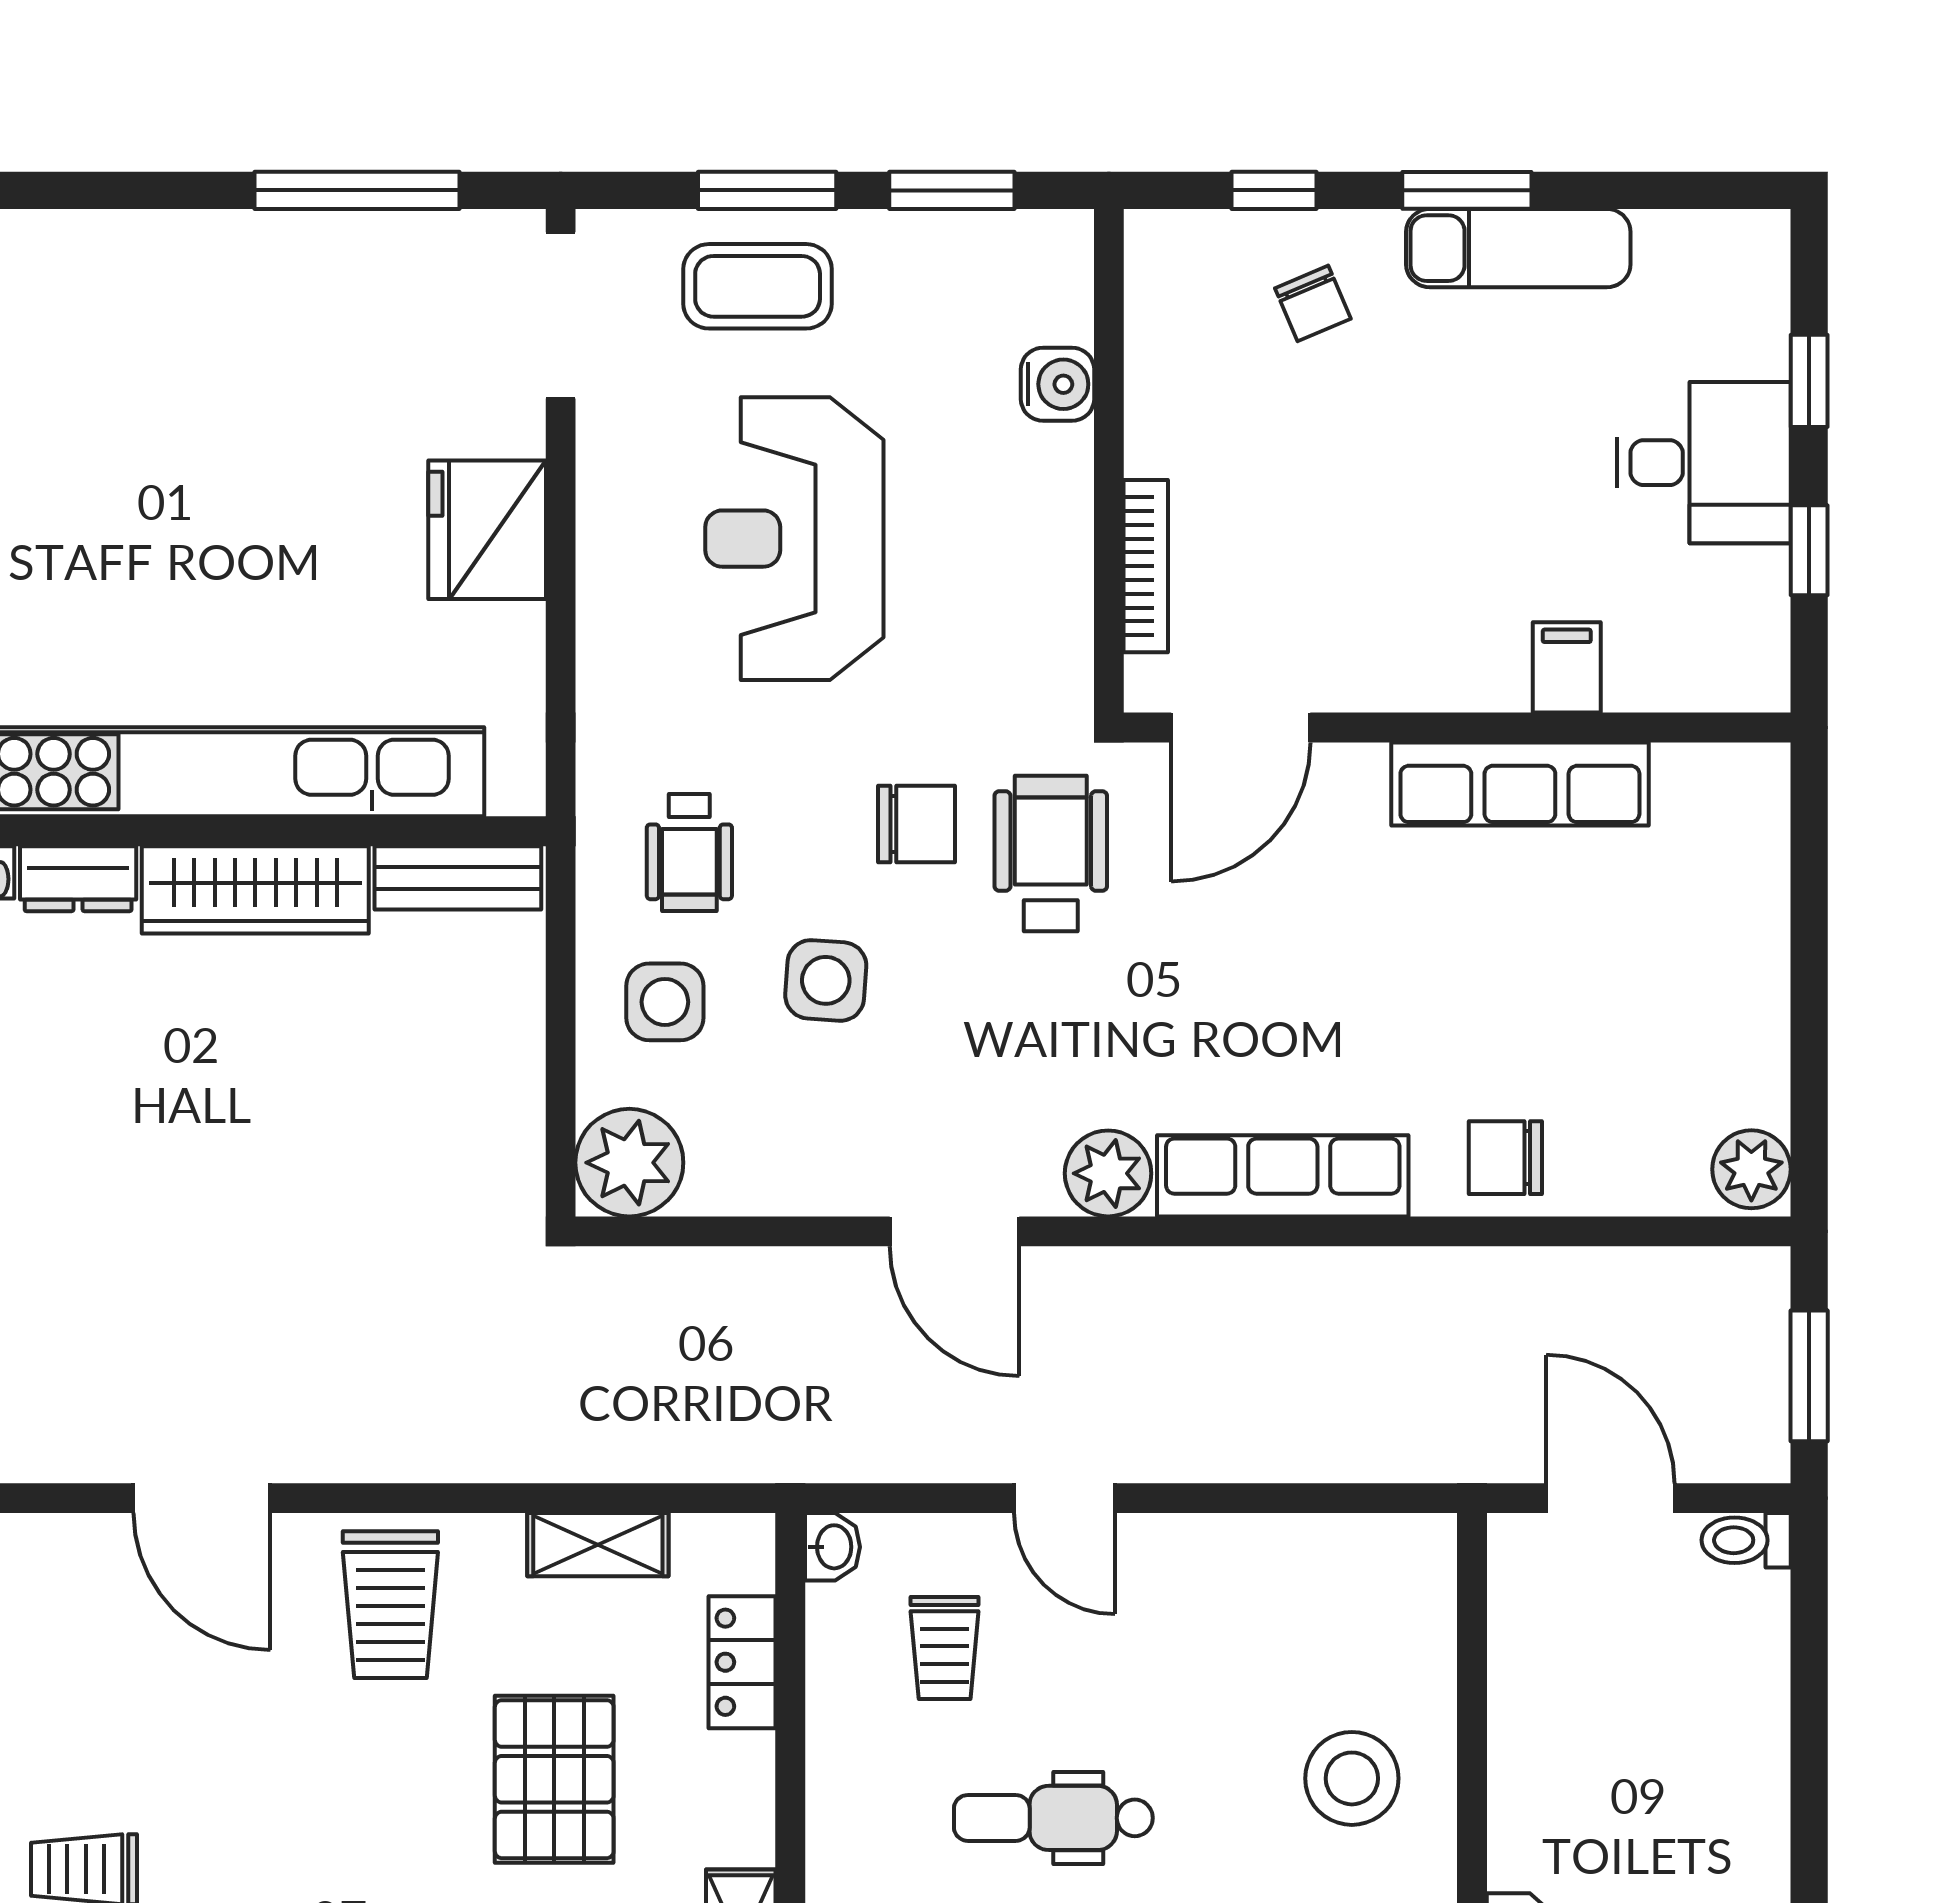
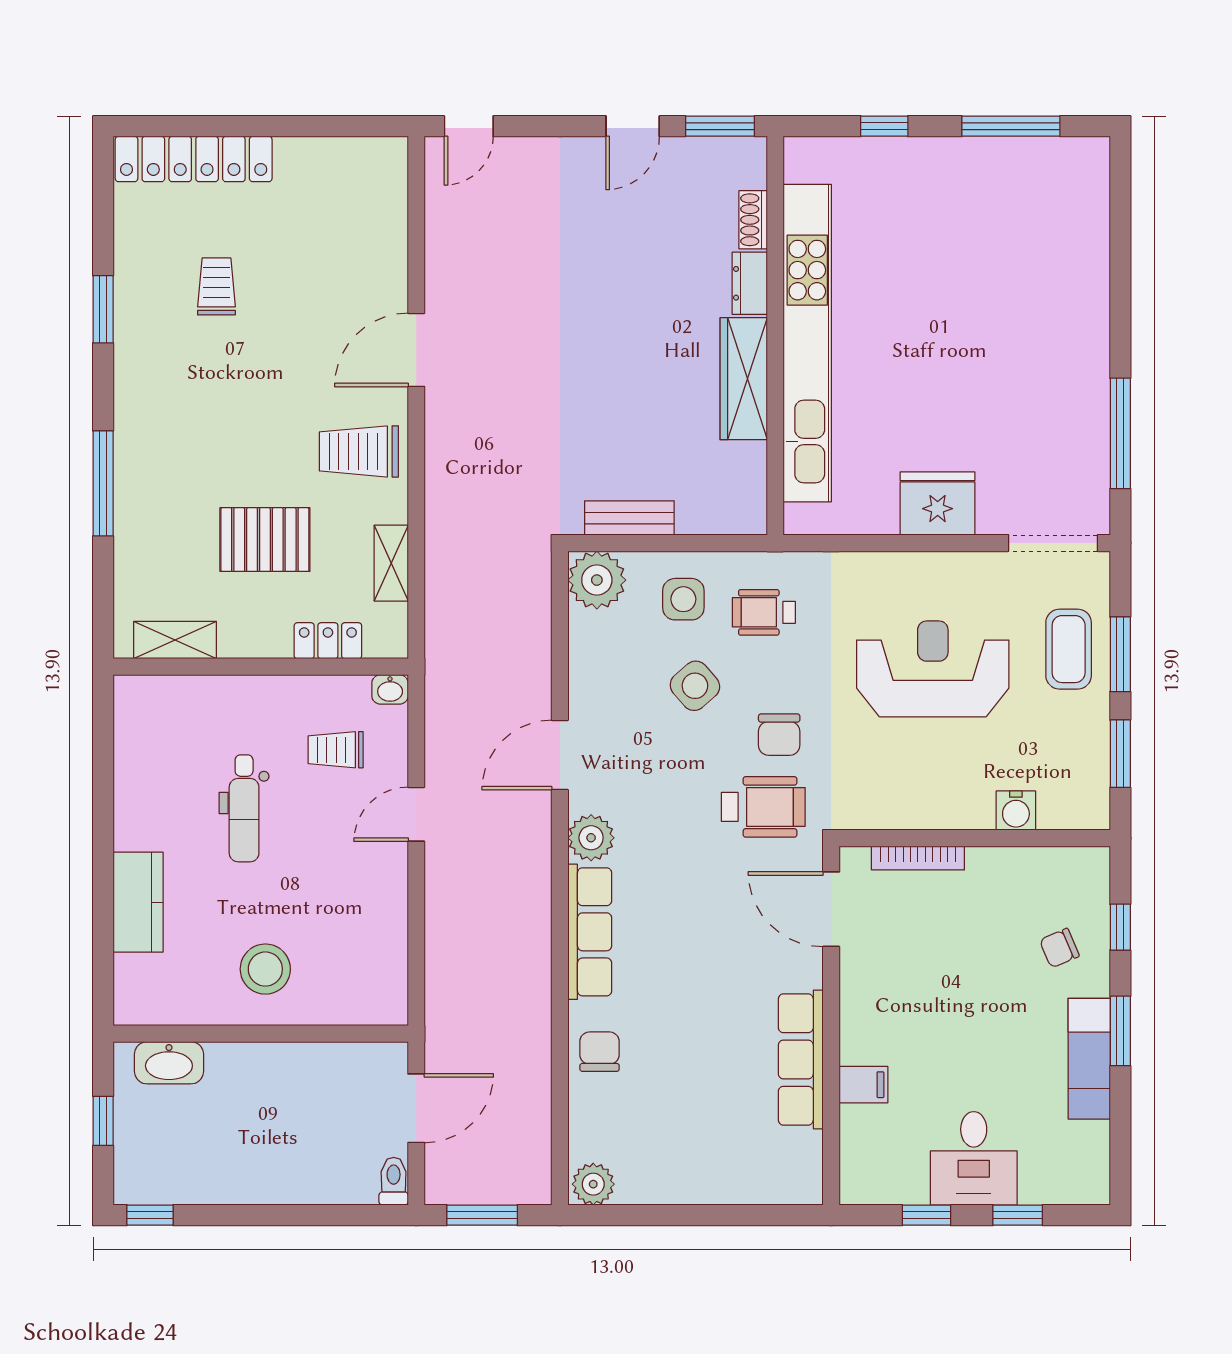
bench: (458, 878) -> (629, 518), moved, turned 90
side table: (826, 980) -> (695, 686), turned 45
dental chair: (1053, 1818) -> (244, 808), turned 180

